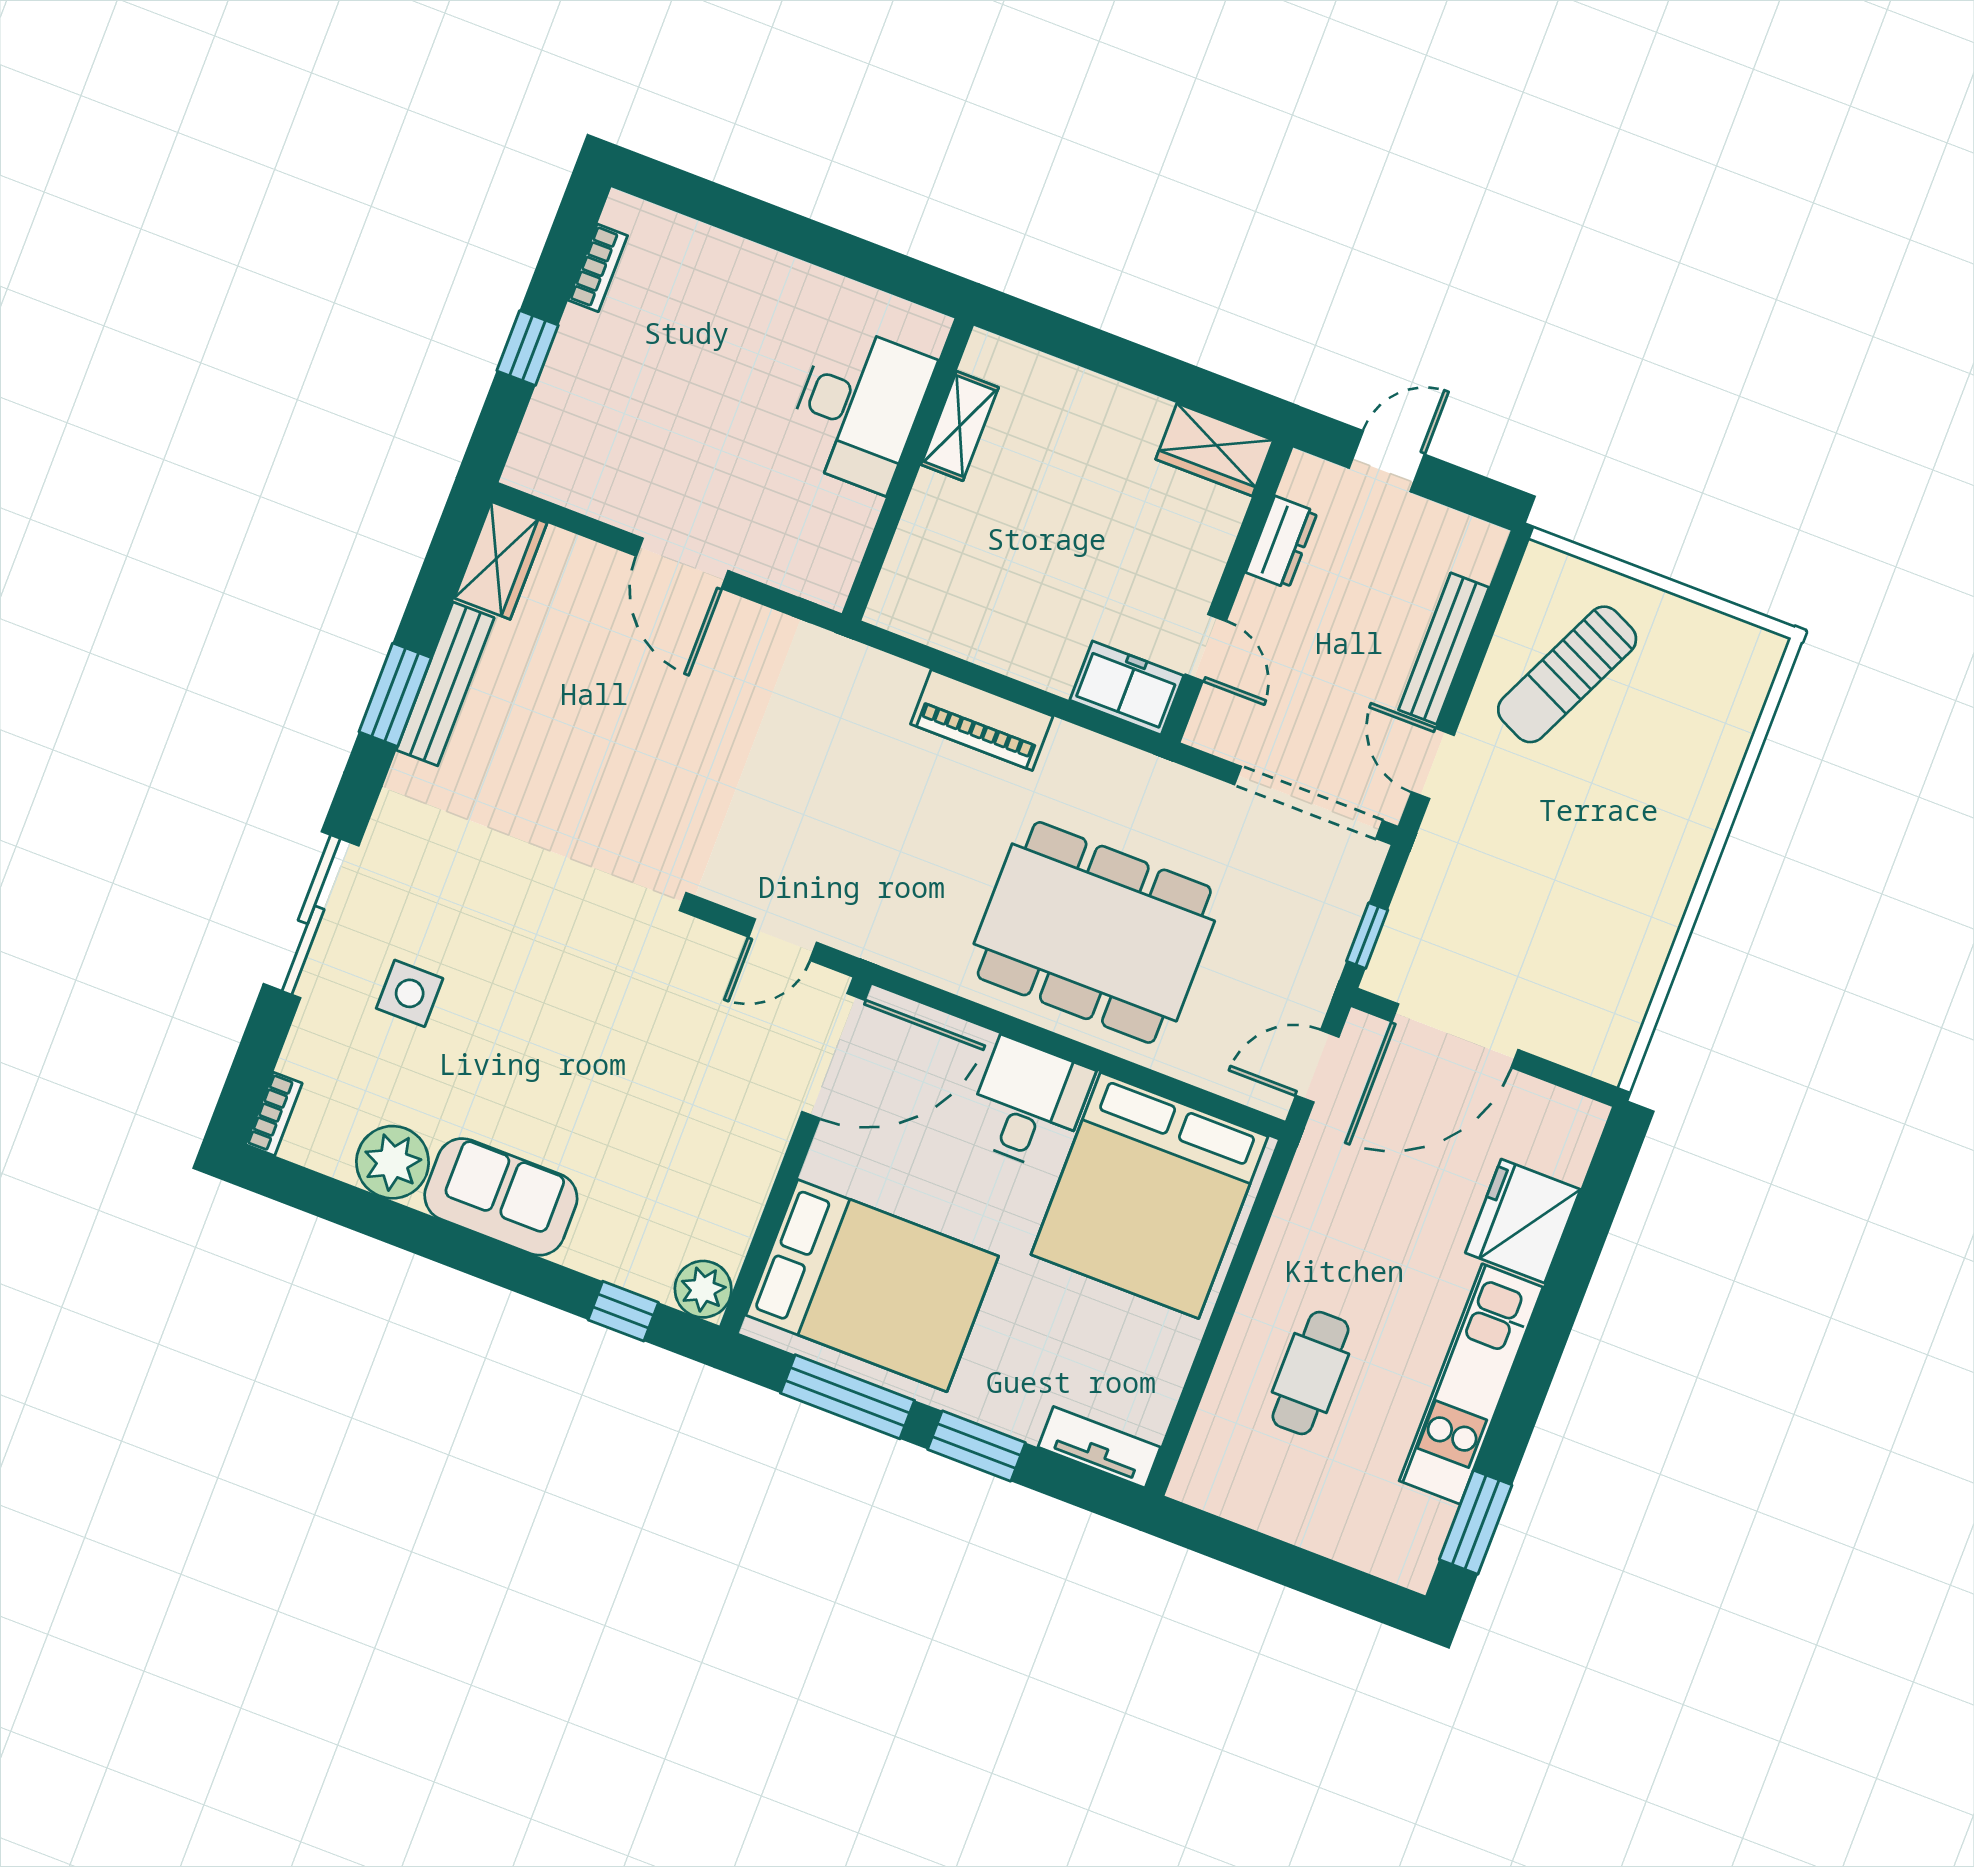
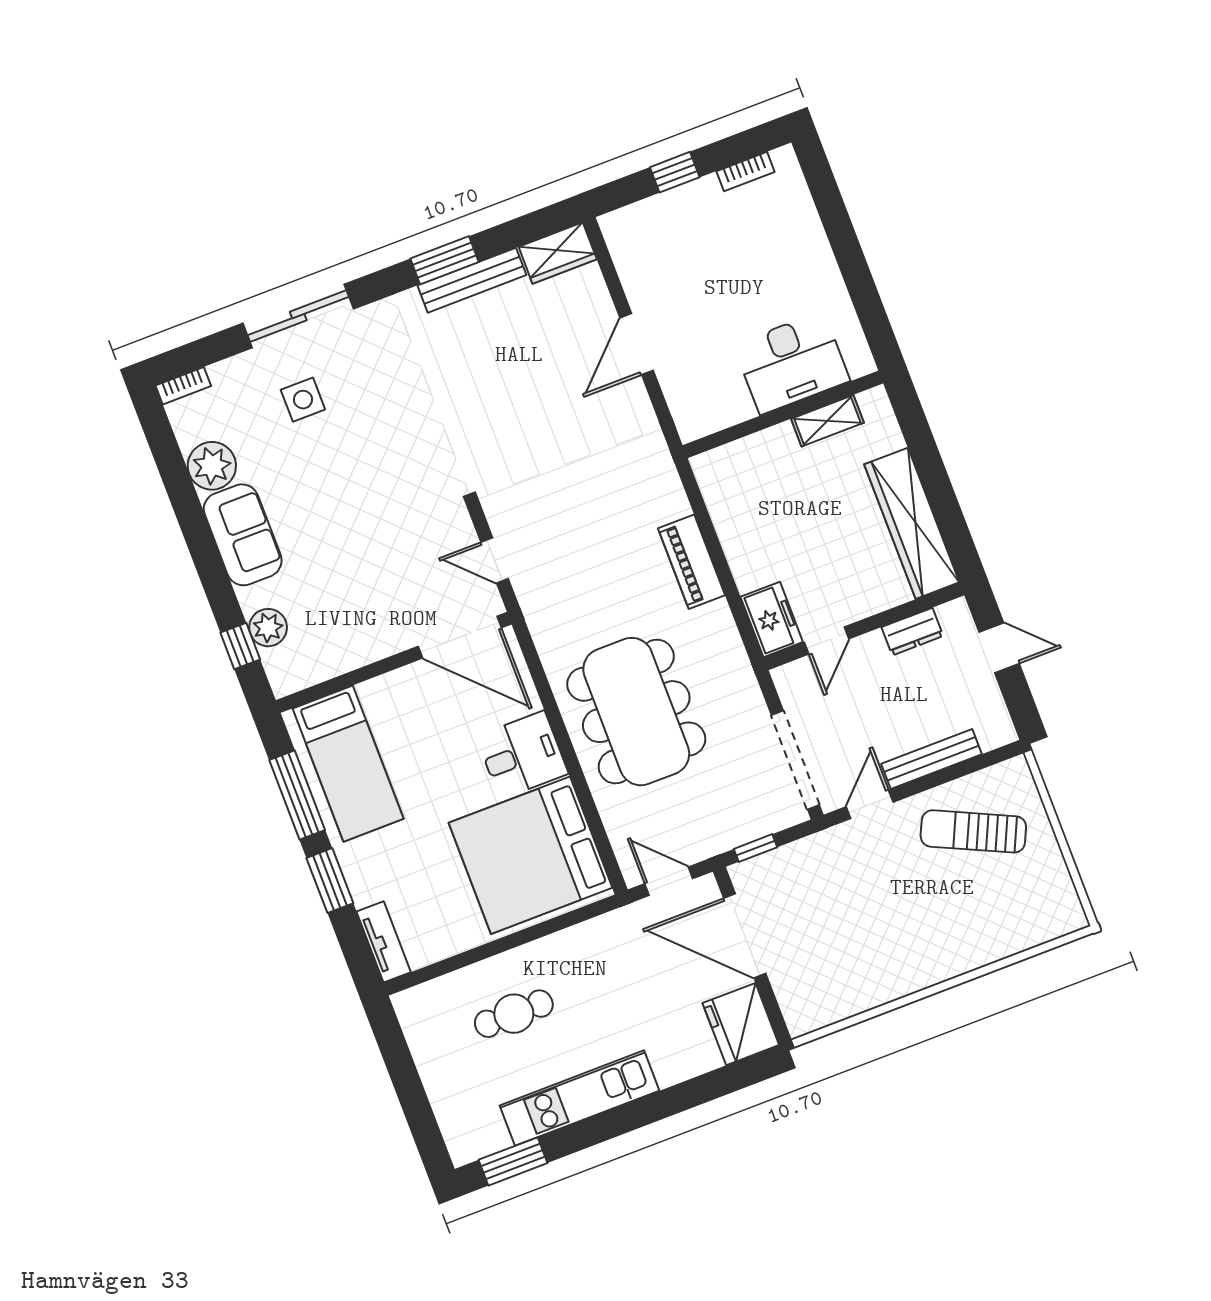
wardrobe: (1215, 450) -> (912, 523), width x2.10, depth x1.17
fridge: (1523, 1221) -> (741, 1024), moved, turned -90
bed: (872, 1286) -> (348, 764), width x0.67
plant: (703, 1289) -> (268, 628), moved

